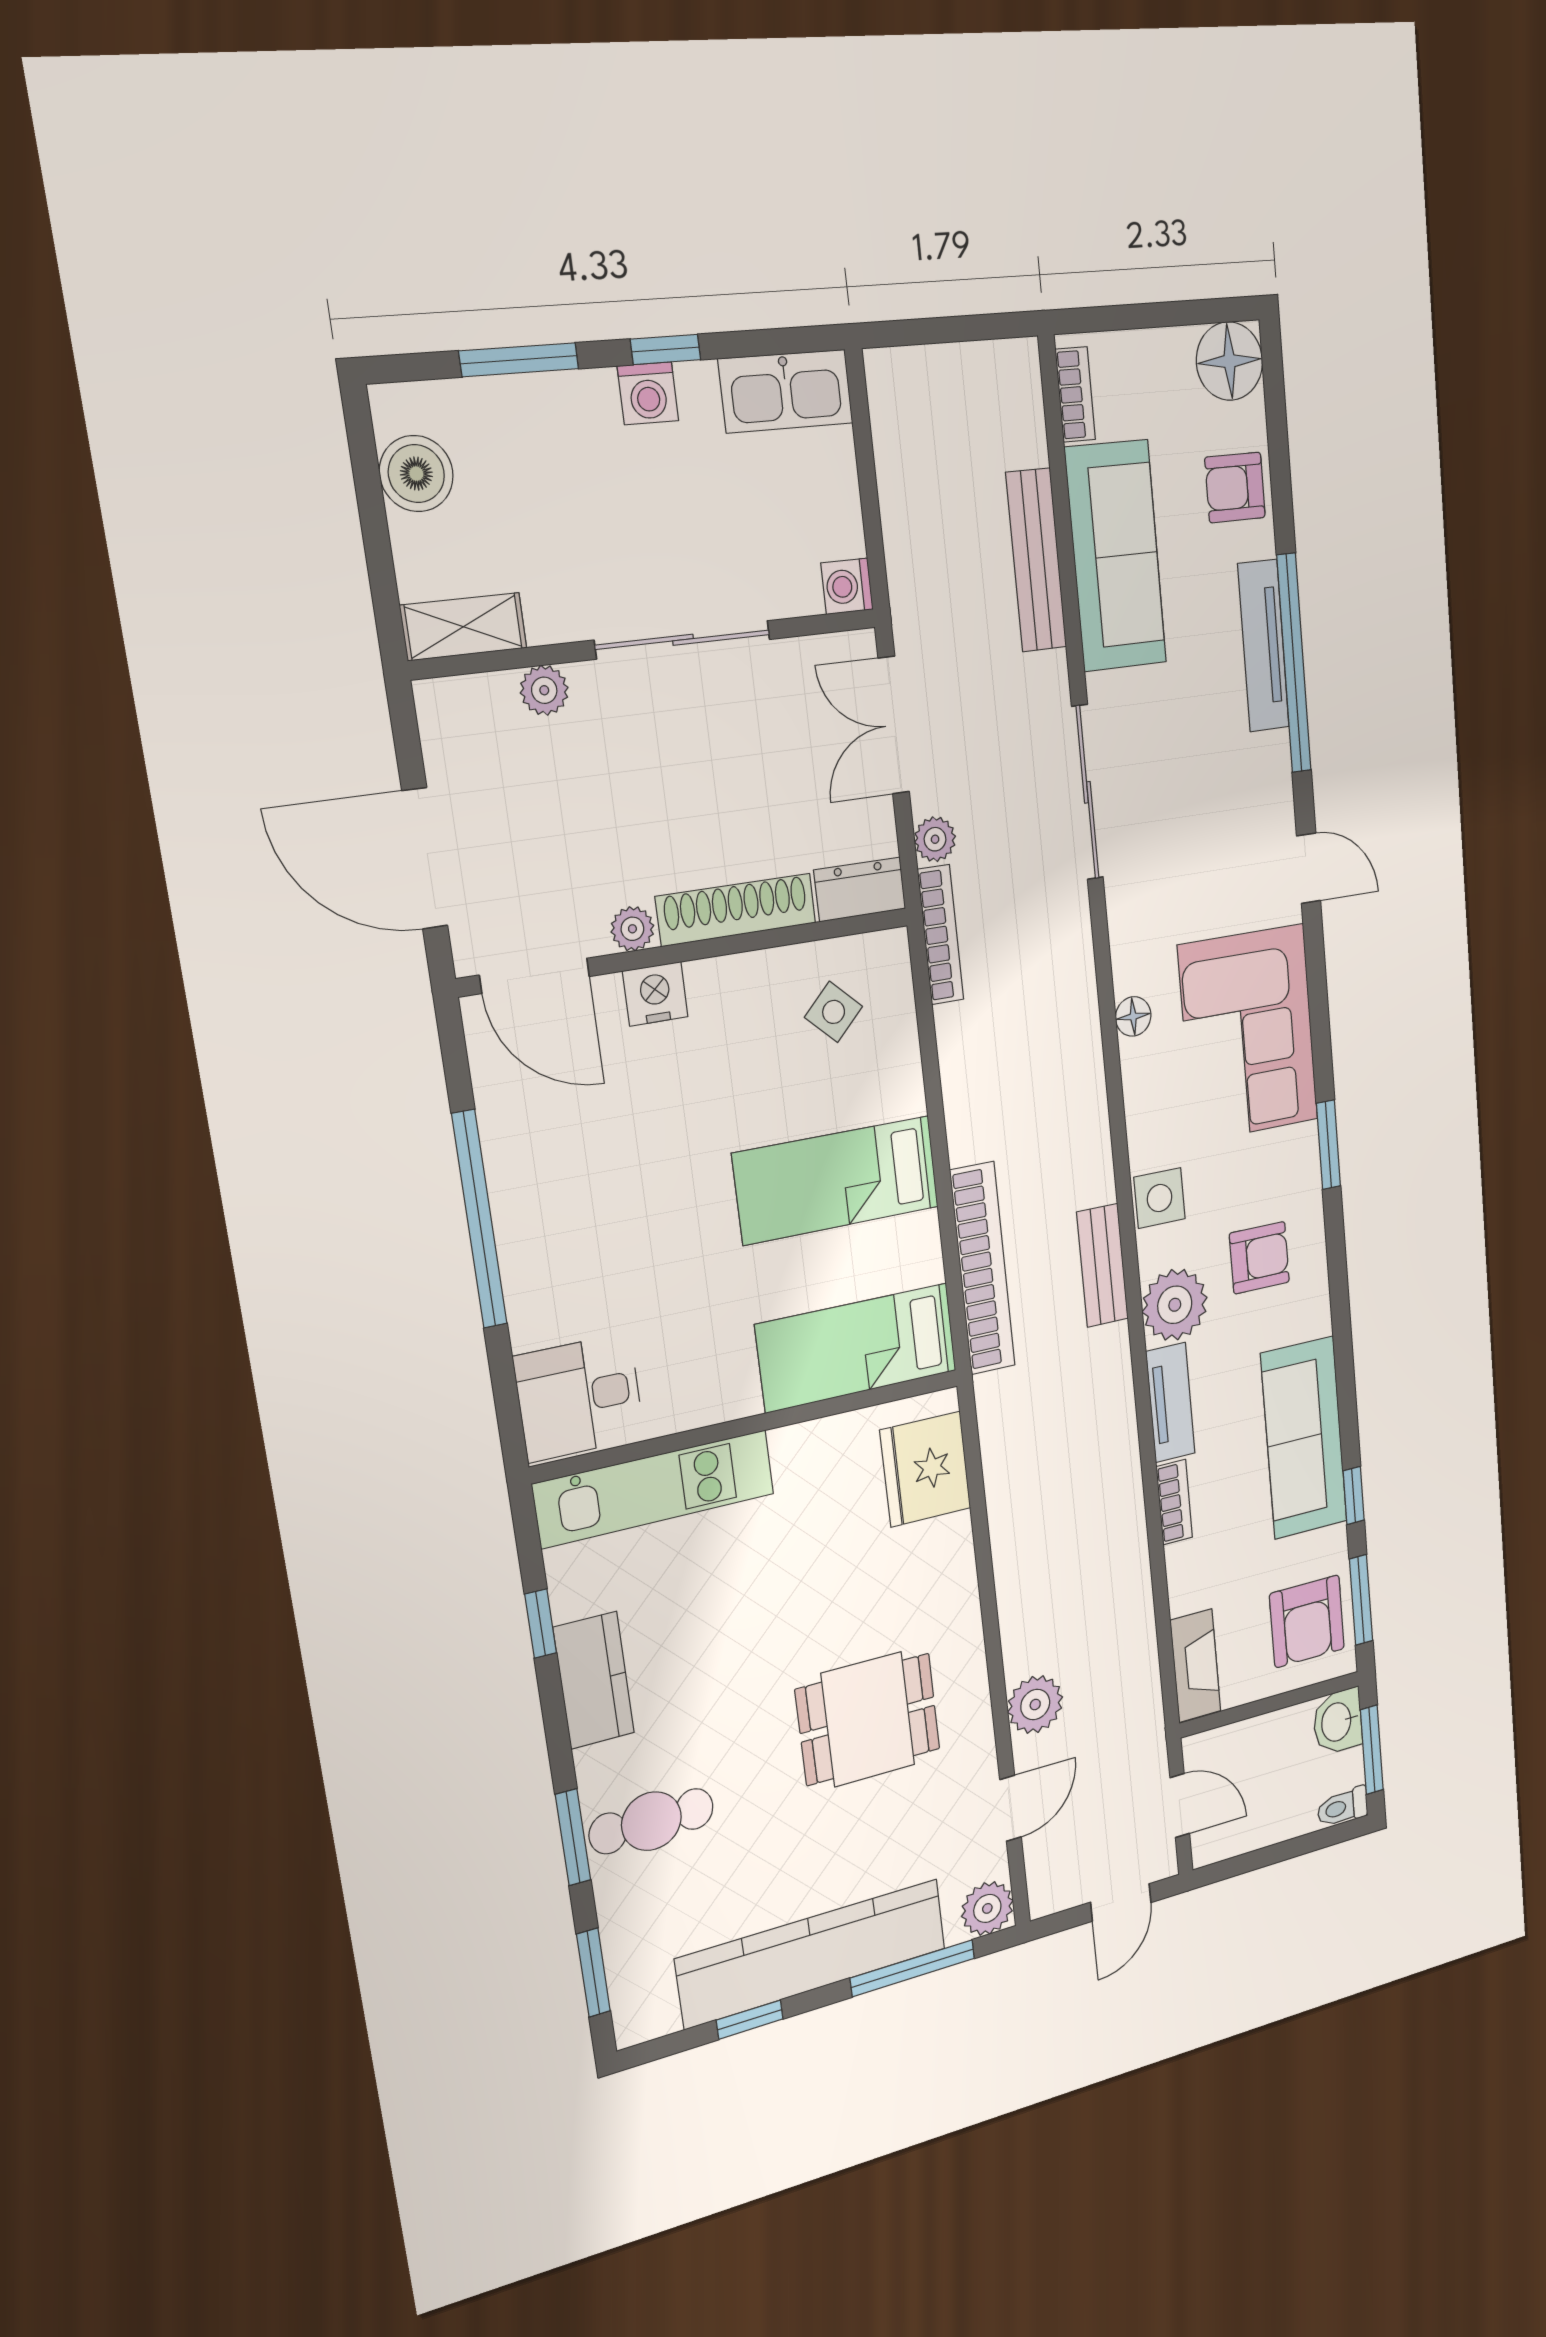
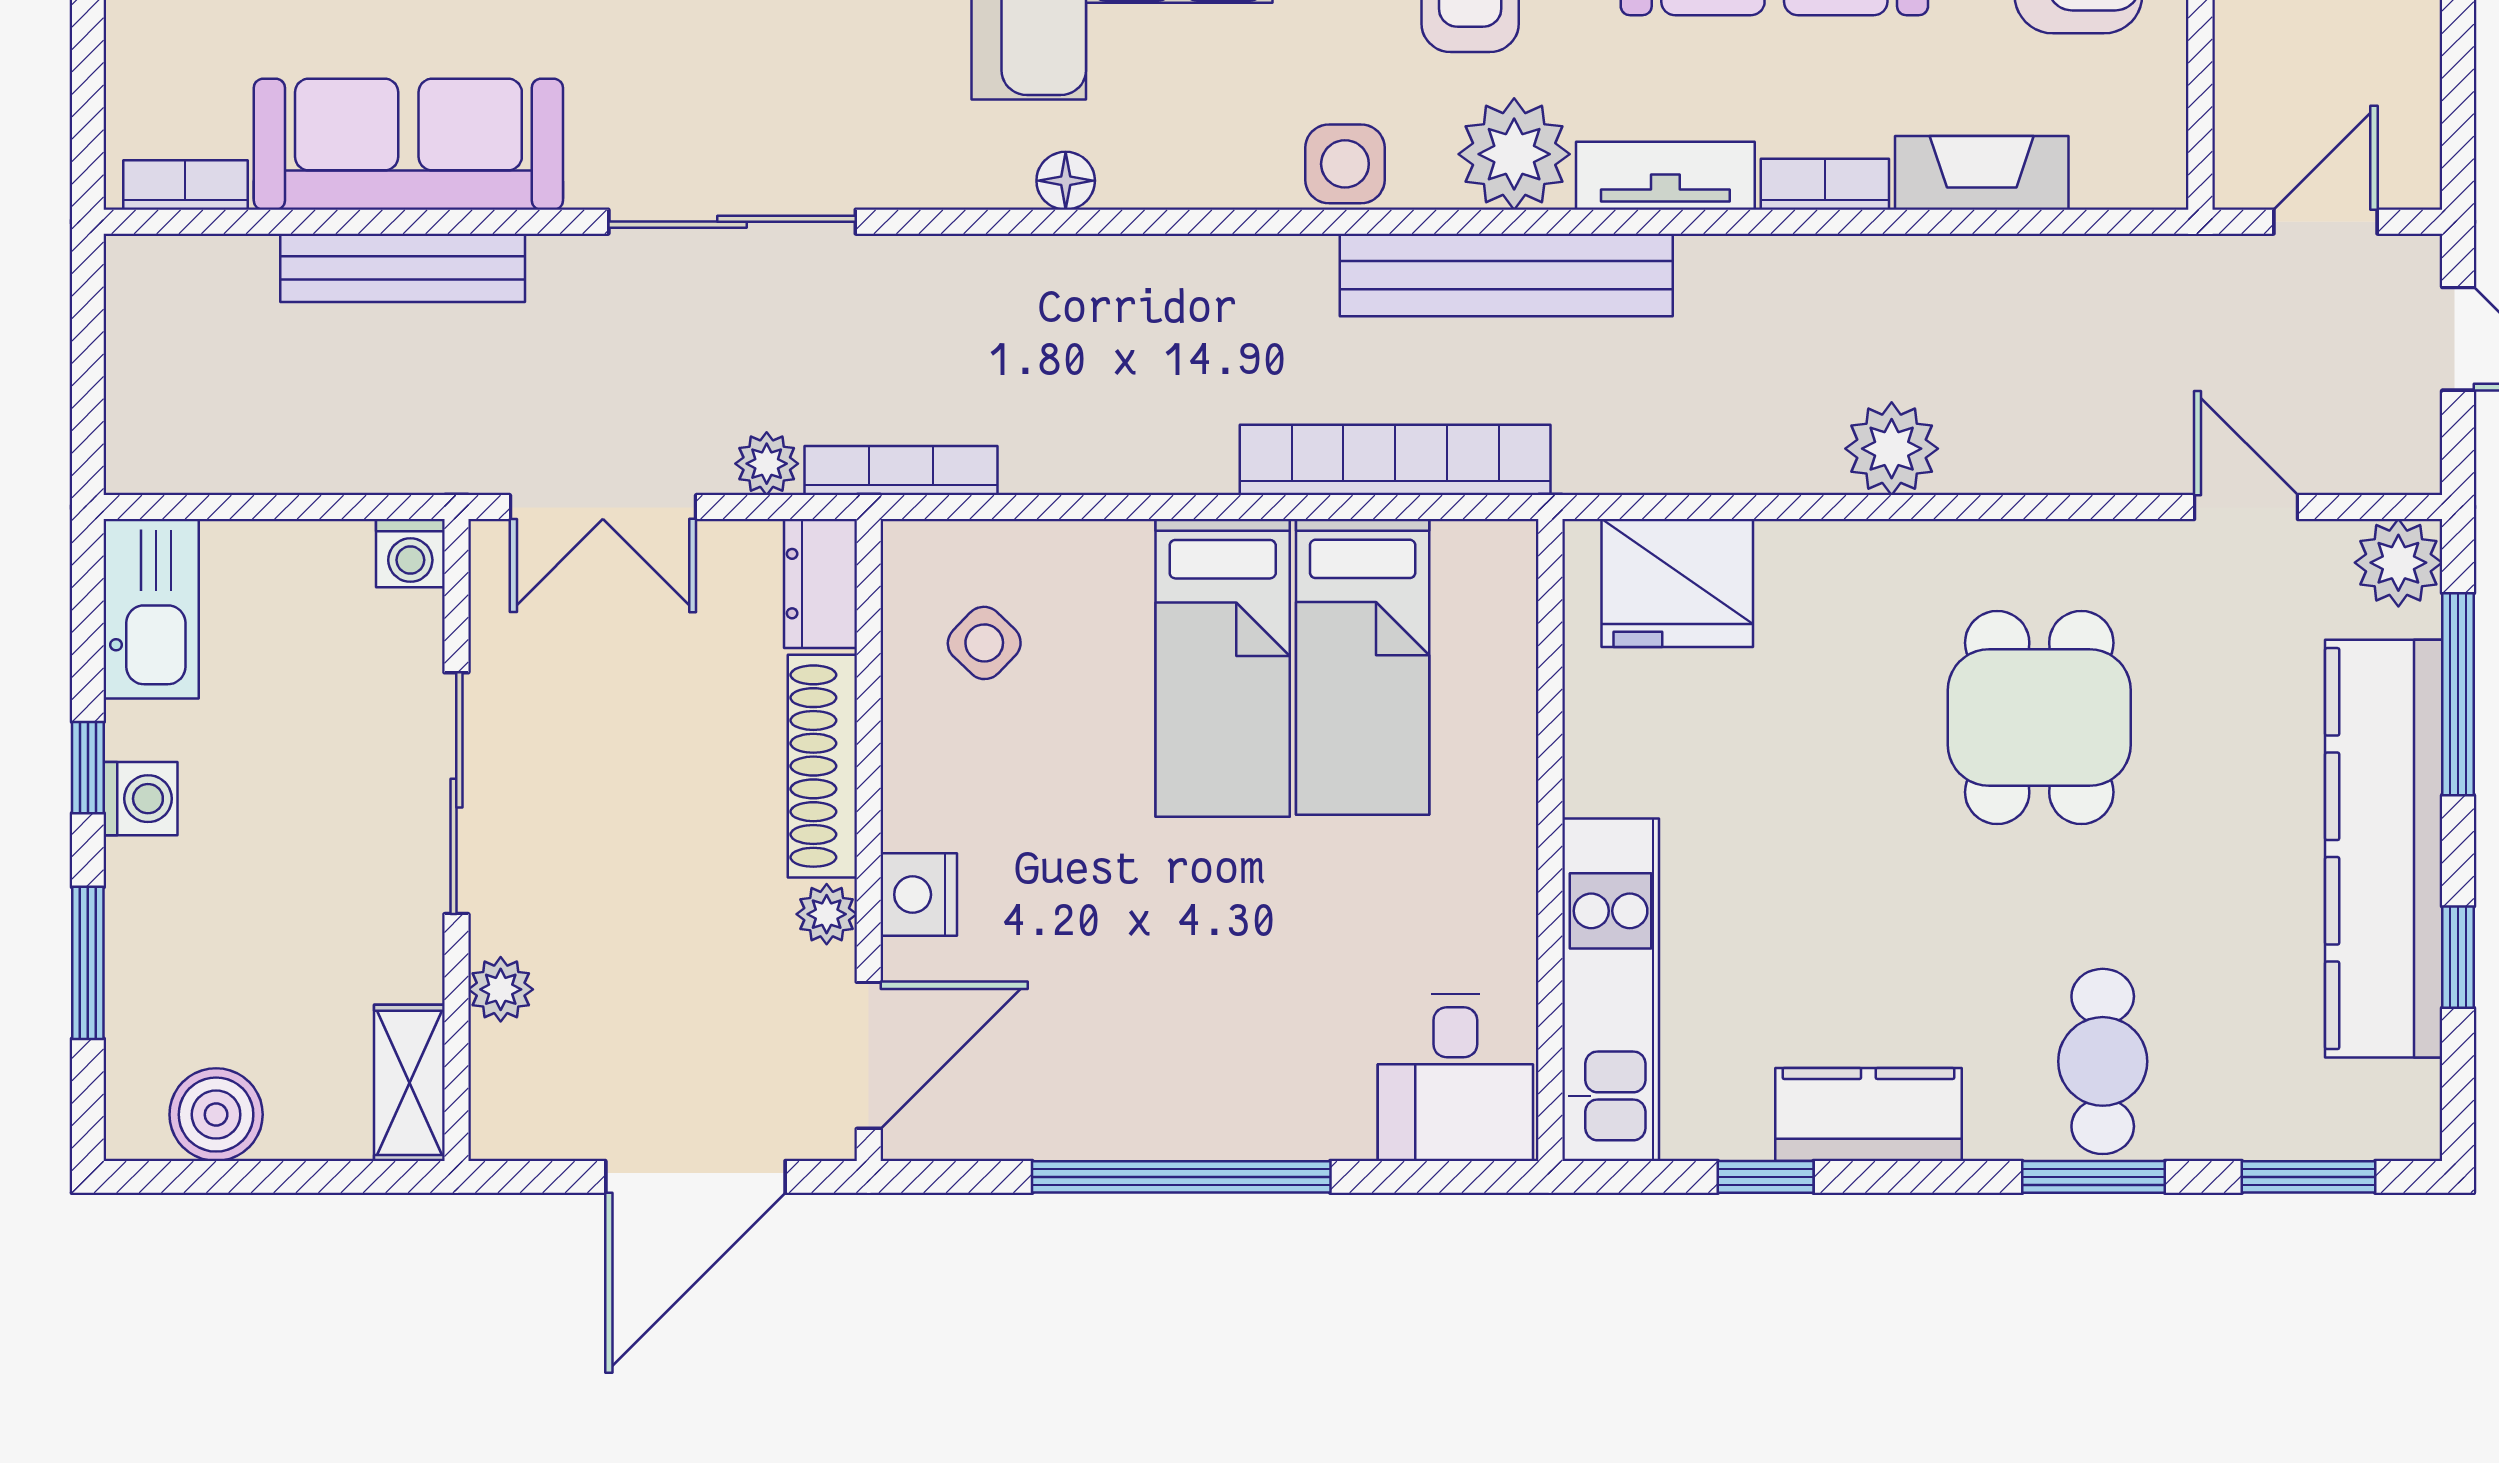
bench: (1103, 1265) -> (1506, 275), width x1.86, depth x1.21
bed: (857, 1348) -> (1363, 667), moved
fireplace: (1195, 1666) -> (1982, 173), moved
plant: (1035, 1705) -> (1892, 449), moved

